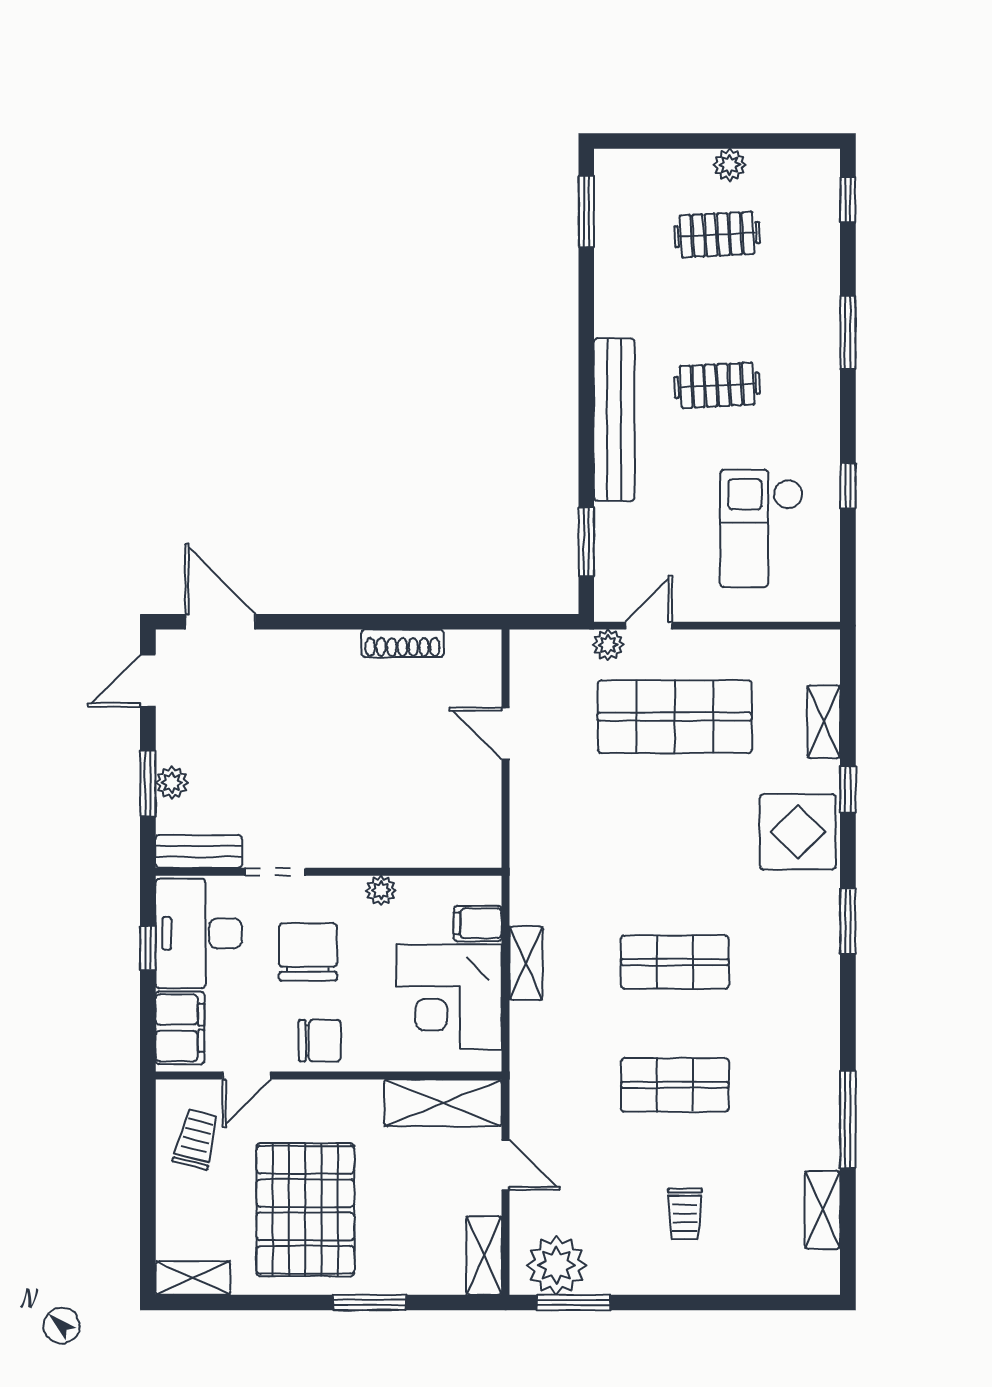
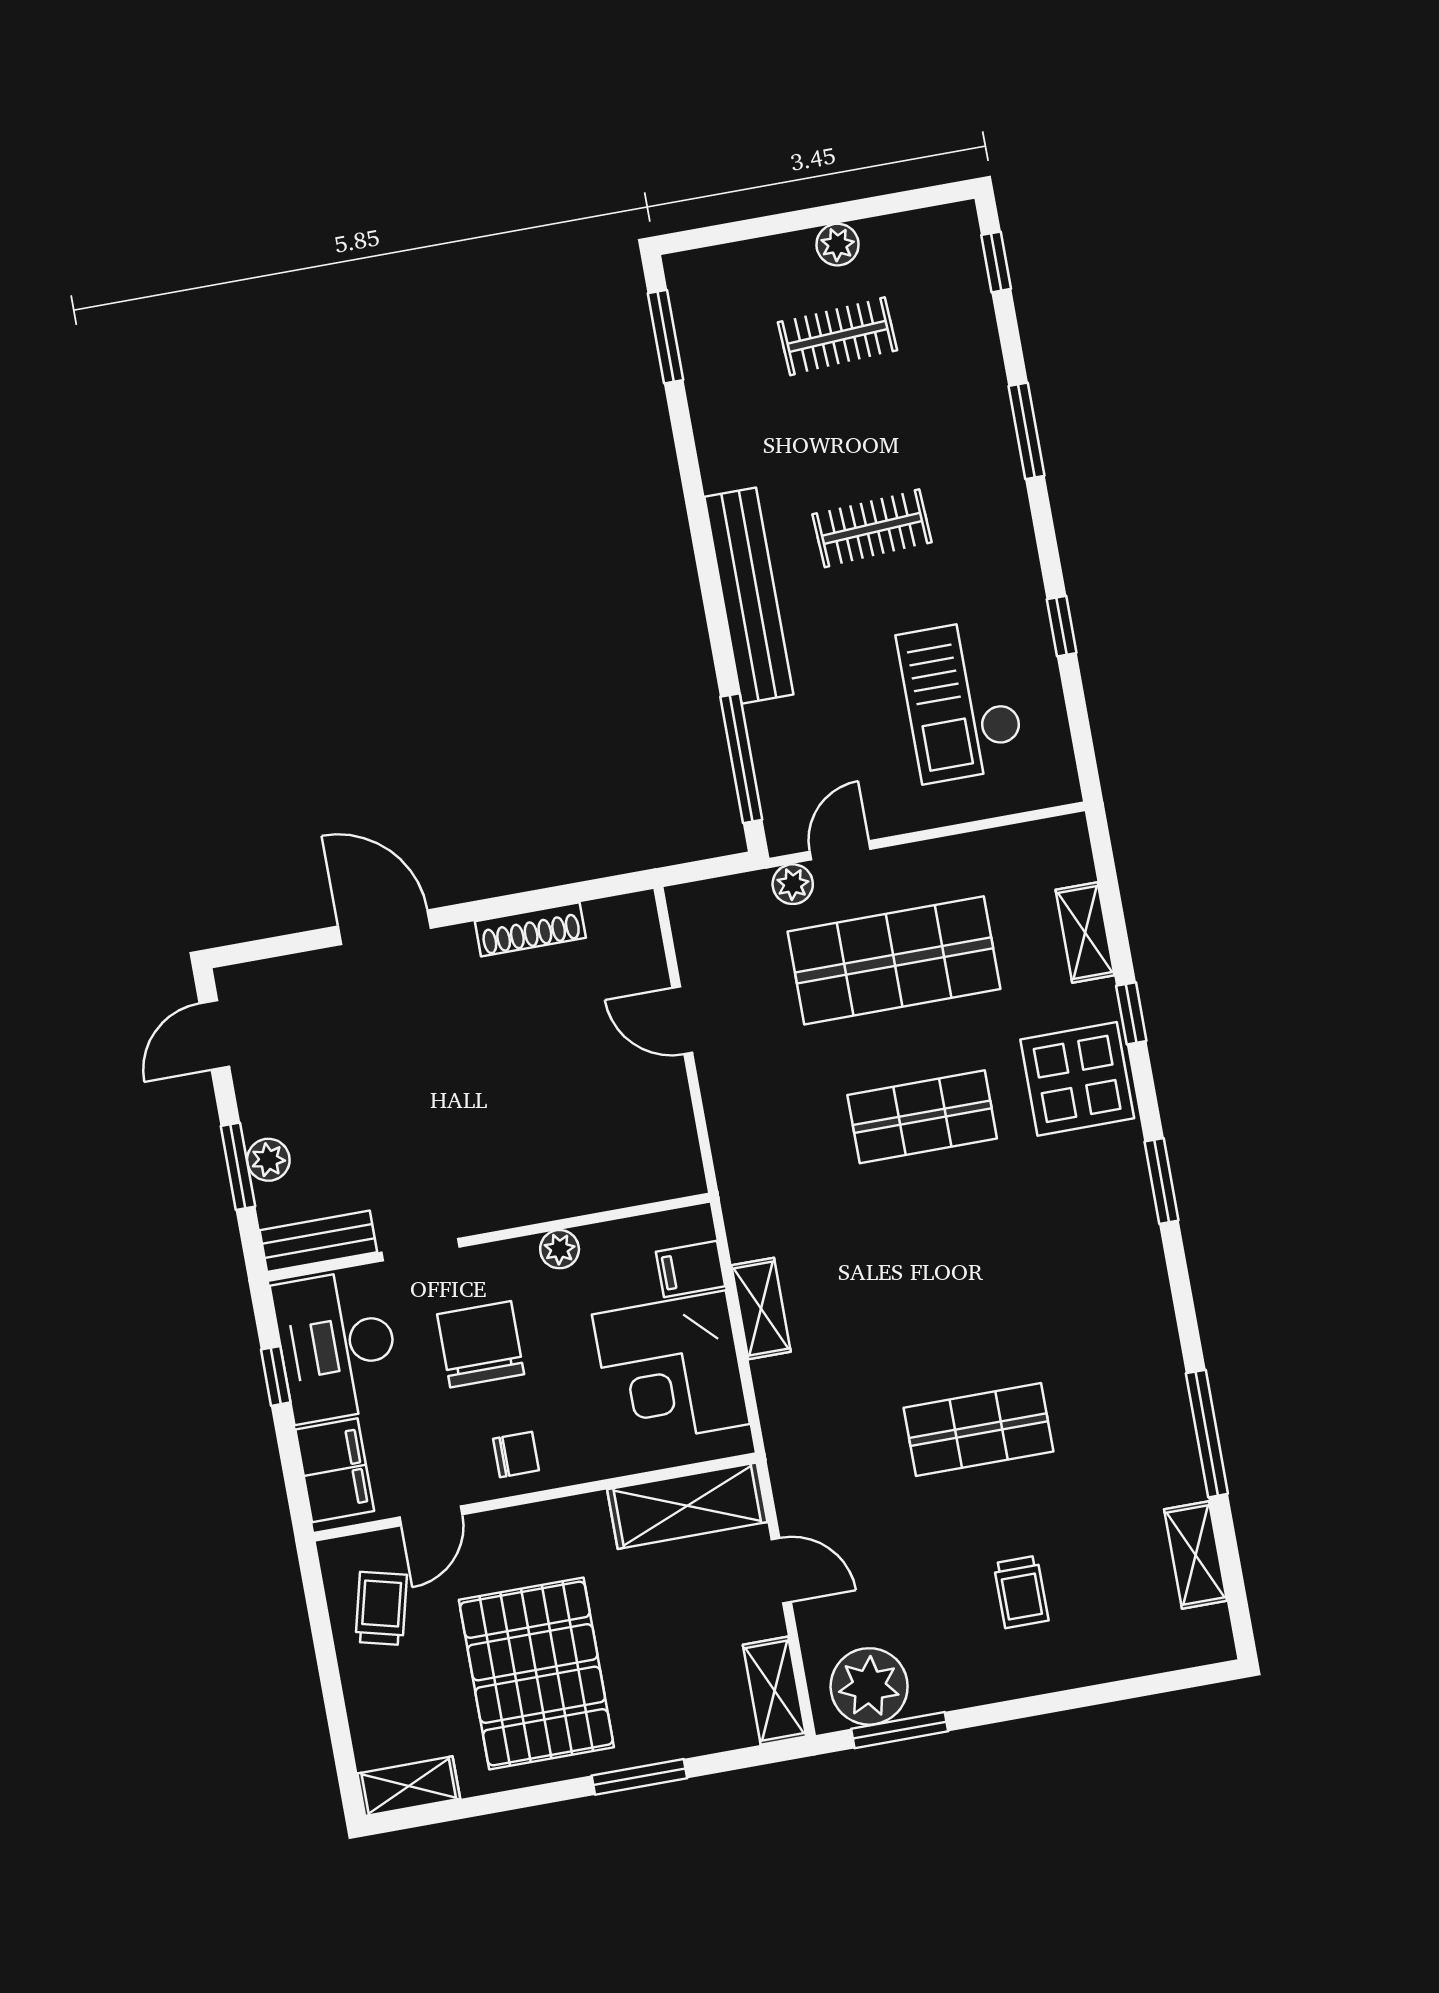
window: (586, 542) -> (741, 758), width x1.44
door: (220, 622) -> (384, 927), moved
shop shelf: (675, 962) -> (922, 1117), moved
chair: (320, 1041) -> (516, 1455), width x0.73, depth x0.73

